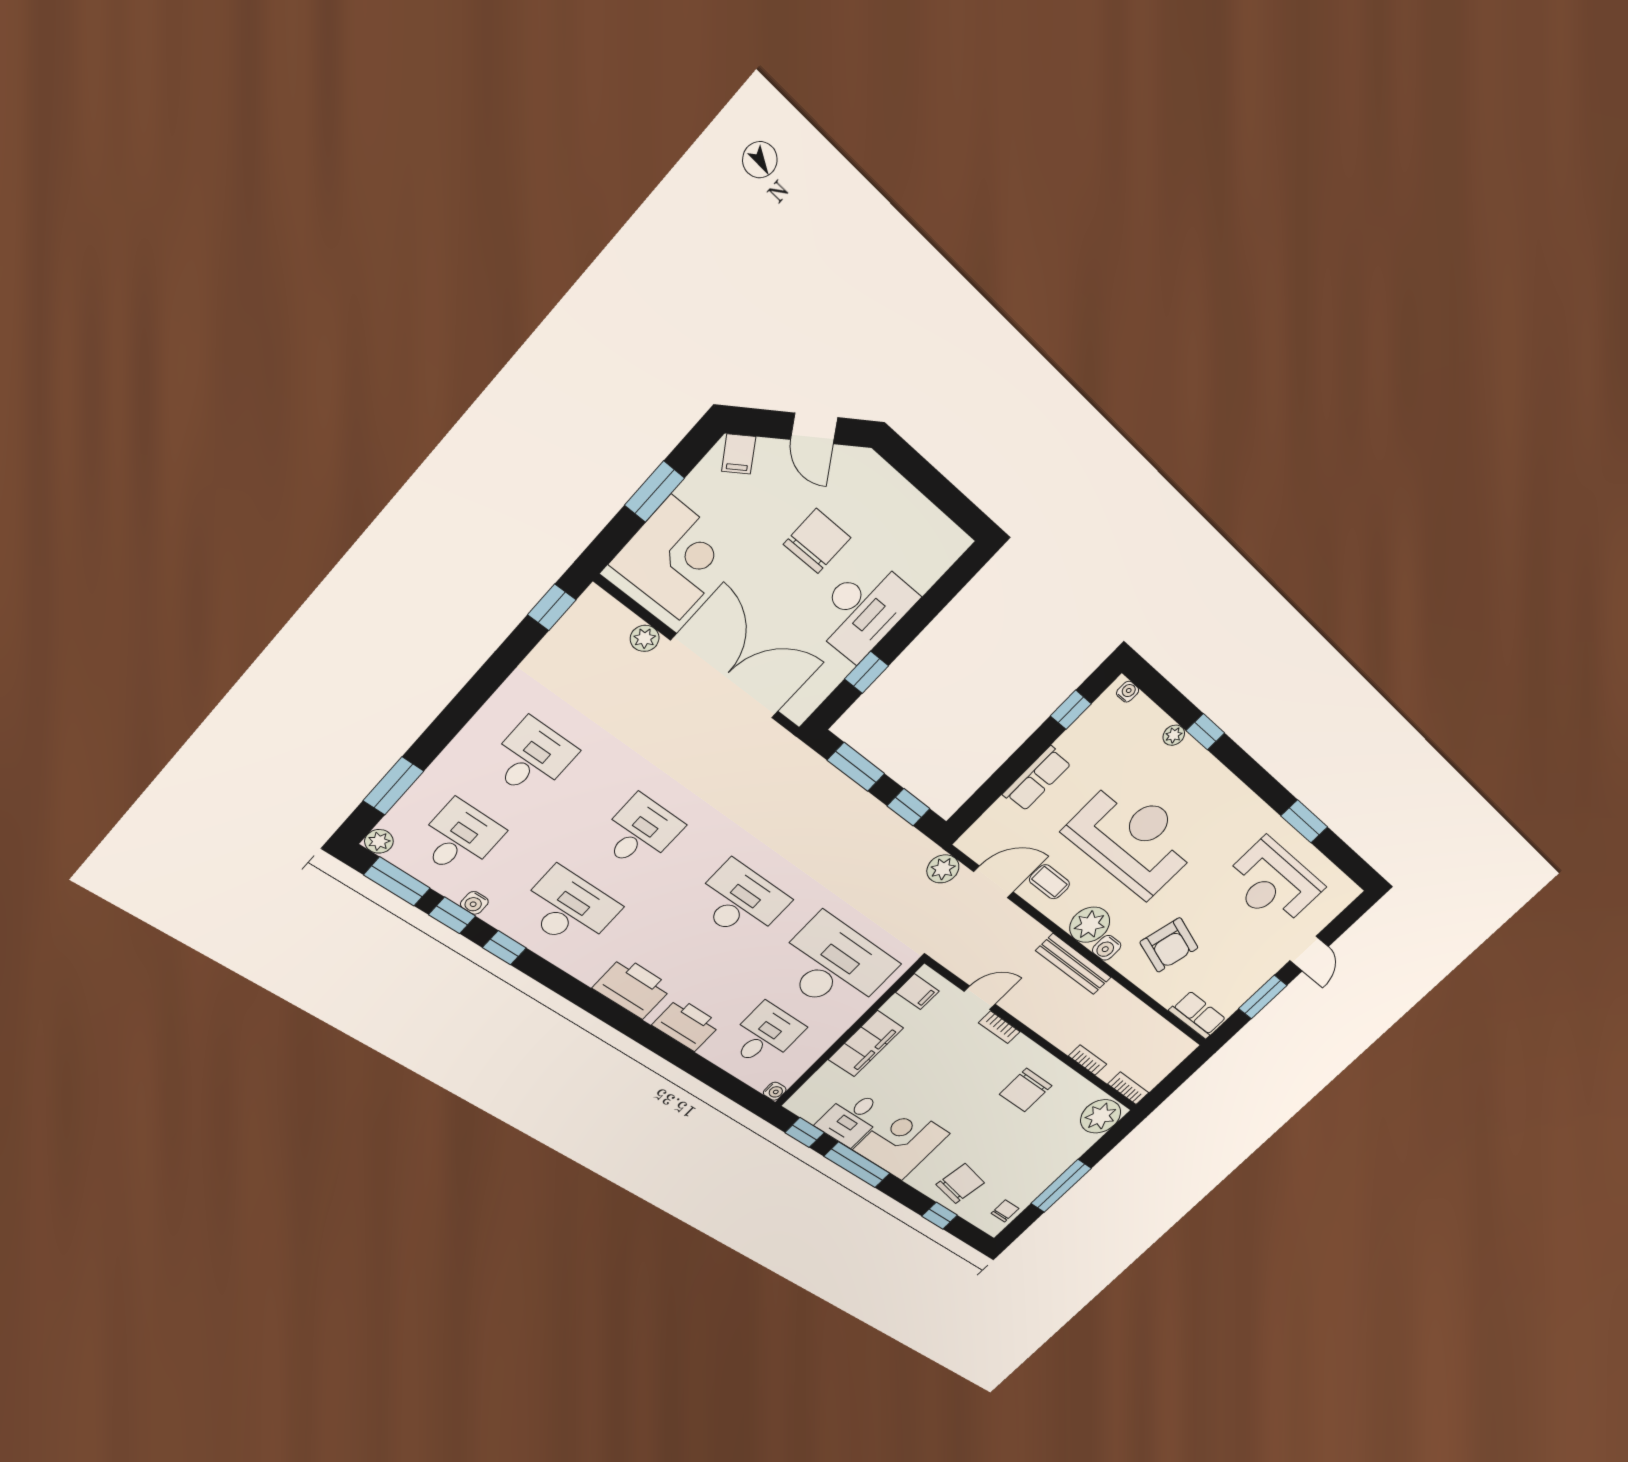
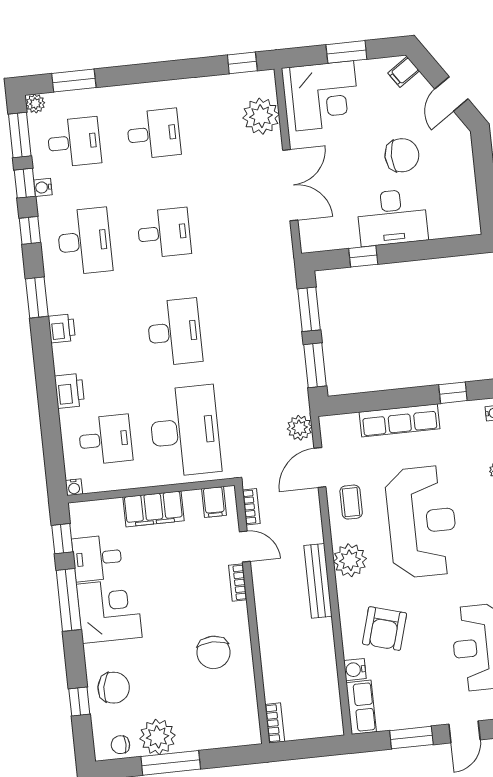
plant: (645, 638) -> (261, 116), width x1.88, depth x1.88
double door: (725, 676) -> (290, 185), width x0.73
row of seats: (1037, 779) -> (399, 420), width x1.48
window: (908, 807) -> (315, 365), width x1.50
door: (993, 882) -> (320, 468), swing flipped
water cooler: (1107, 948) -> (355, 670), moved
printer: (633, 988) -> (62, 328), width x0.53, depth x0.68
window: (575, 991) -> (37, 298), added
printer: (687, 1025) -> (70, 391), width x0.73, depth x0.84
bookcase: (1088, 1060) -> (251, 507), moved
chair: (1026, 1090) -> (213, 652), turned -90
plant: (1101, 1116) -> (158, 737), moved
chair: (1005, 1211) -> (120, 745), turned 180

